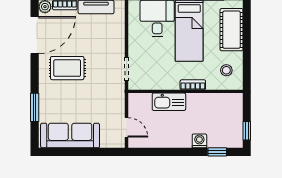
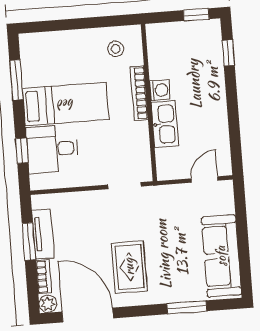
cot: (232, 30) -> (60, 46), removed
bookcase: (193, 85) -> (139, 93), width x1.56
washing machine: (199, 141) -> (160, 90), moved, turned 180

